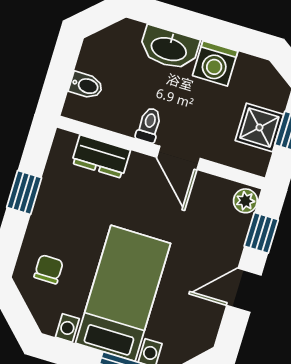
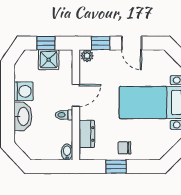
bidet: (86, 85) -> (67, 152), moved
chair: (49, 269) -> (124, 148), moved

